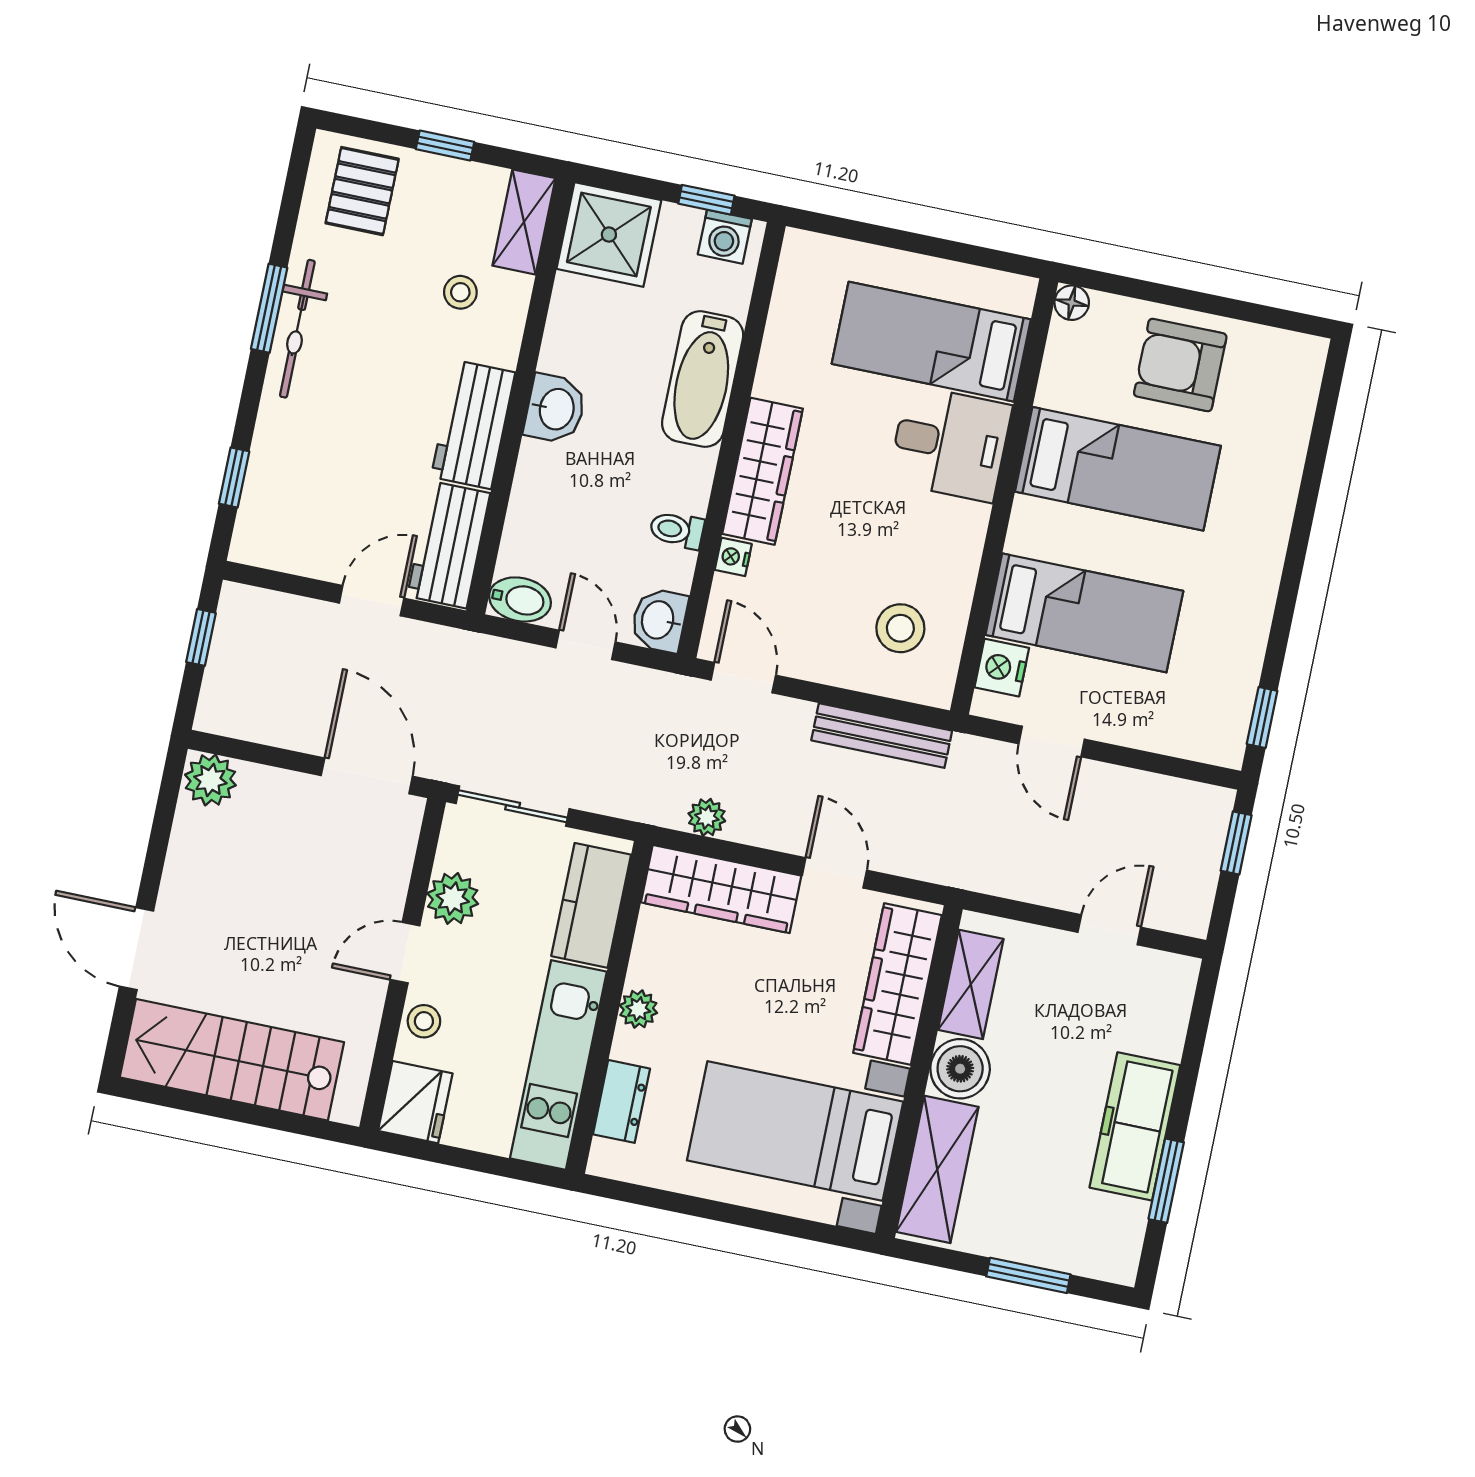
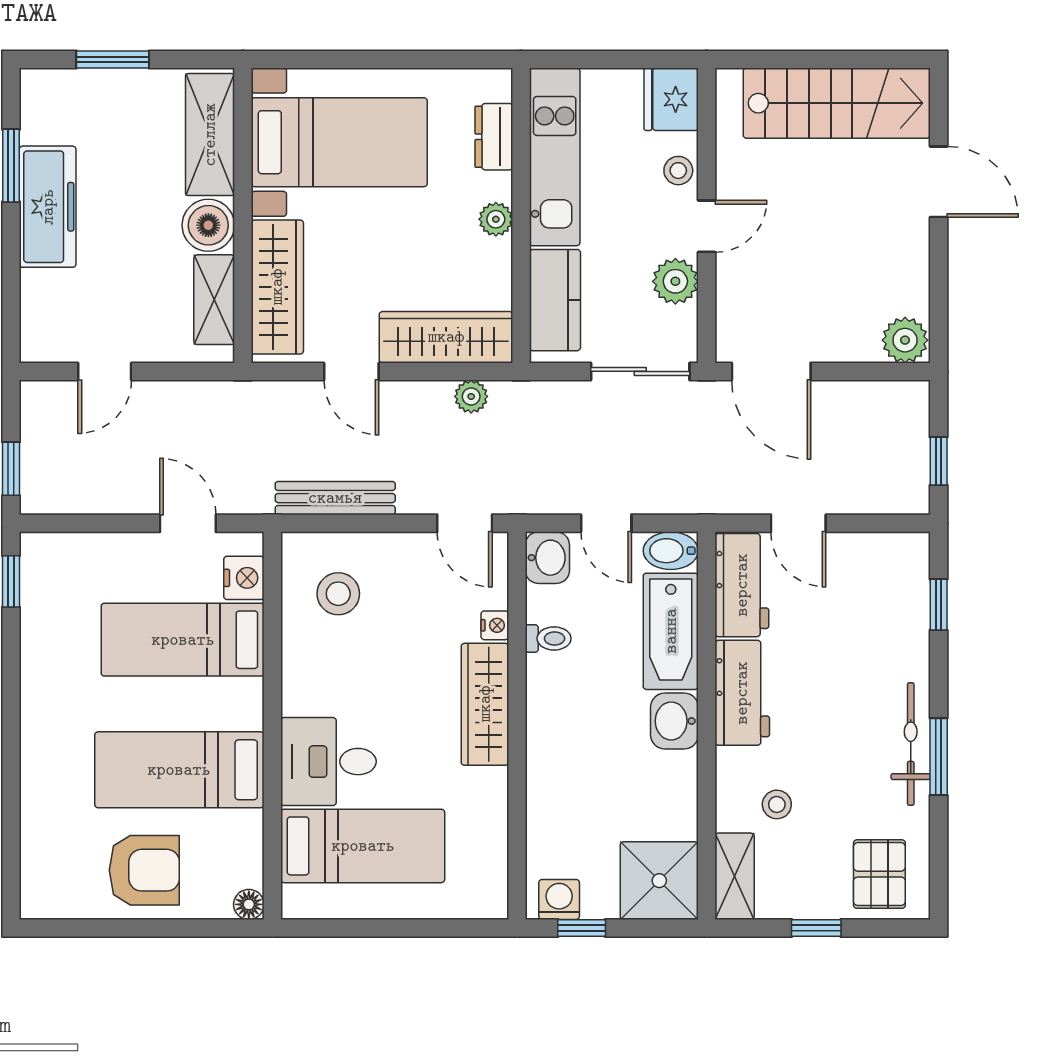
bathtub: (703, 379) -> (671, 631), moved, turned 180
door: (372, 601) -> (798, 523), hinge flipped

